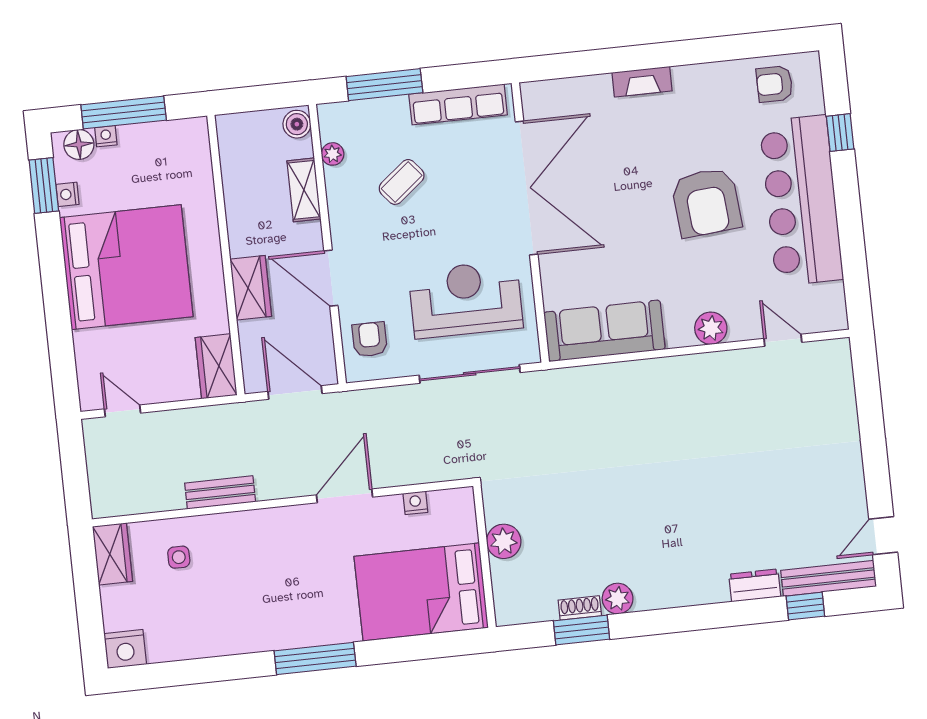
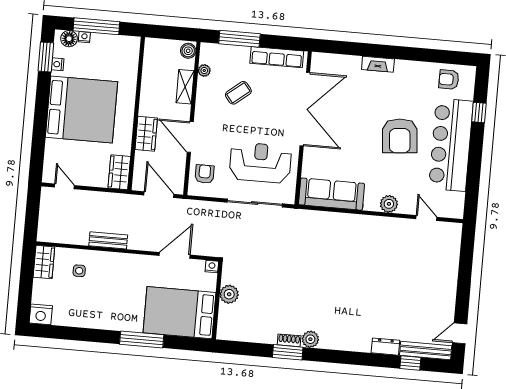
plant: (504, 541) -> (229, 294), moved
wall: (484, 556) -> (217, 300), moved
bed: (421, 592) -> (179, 313), moved

